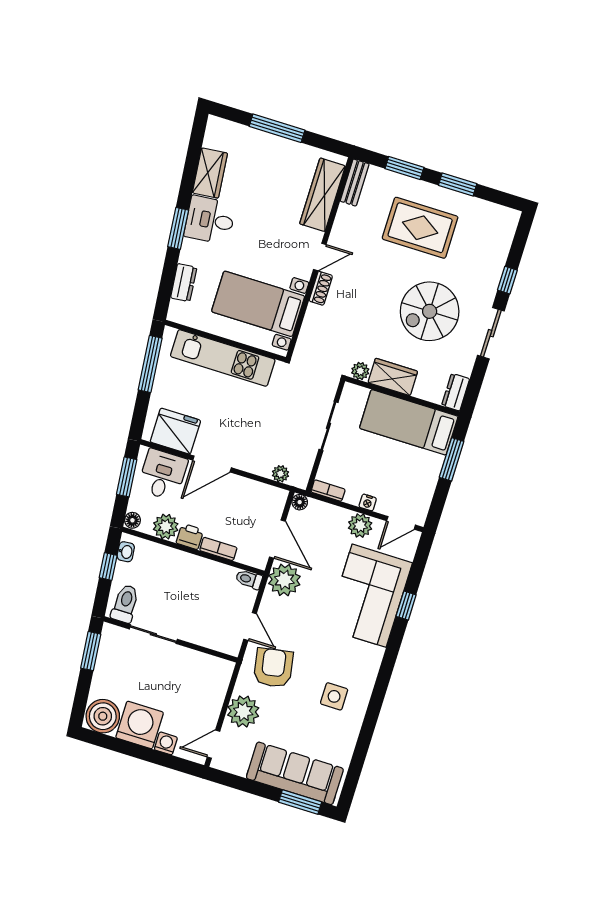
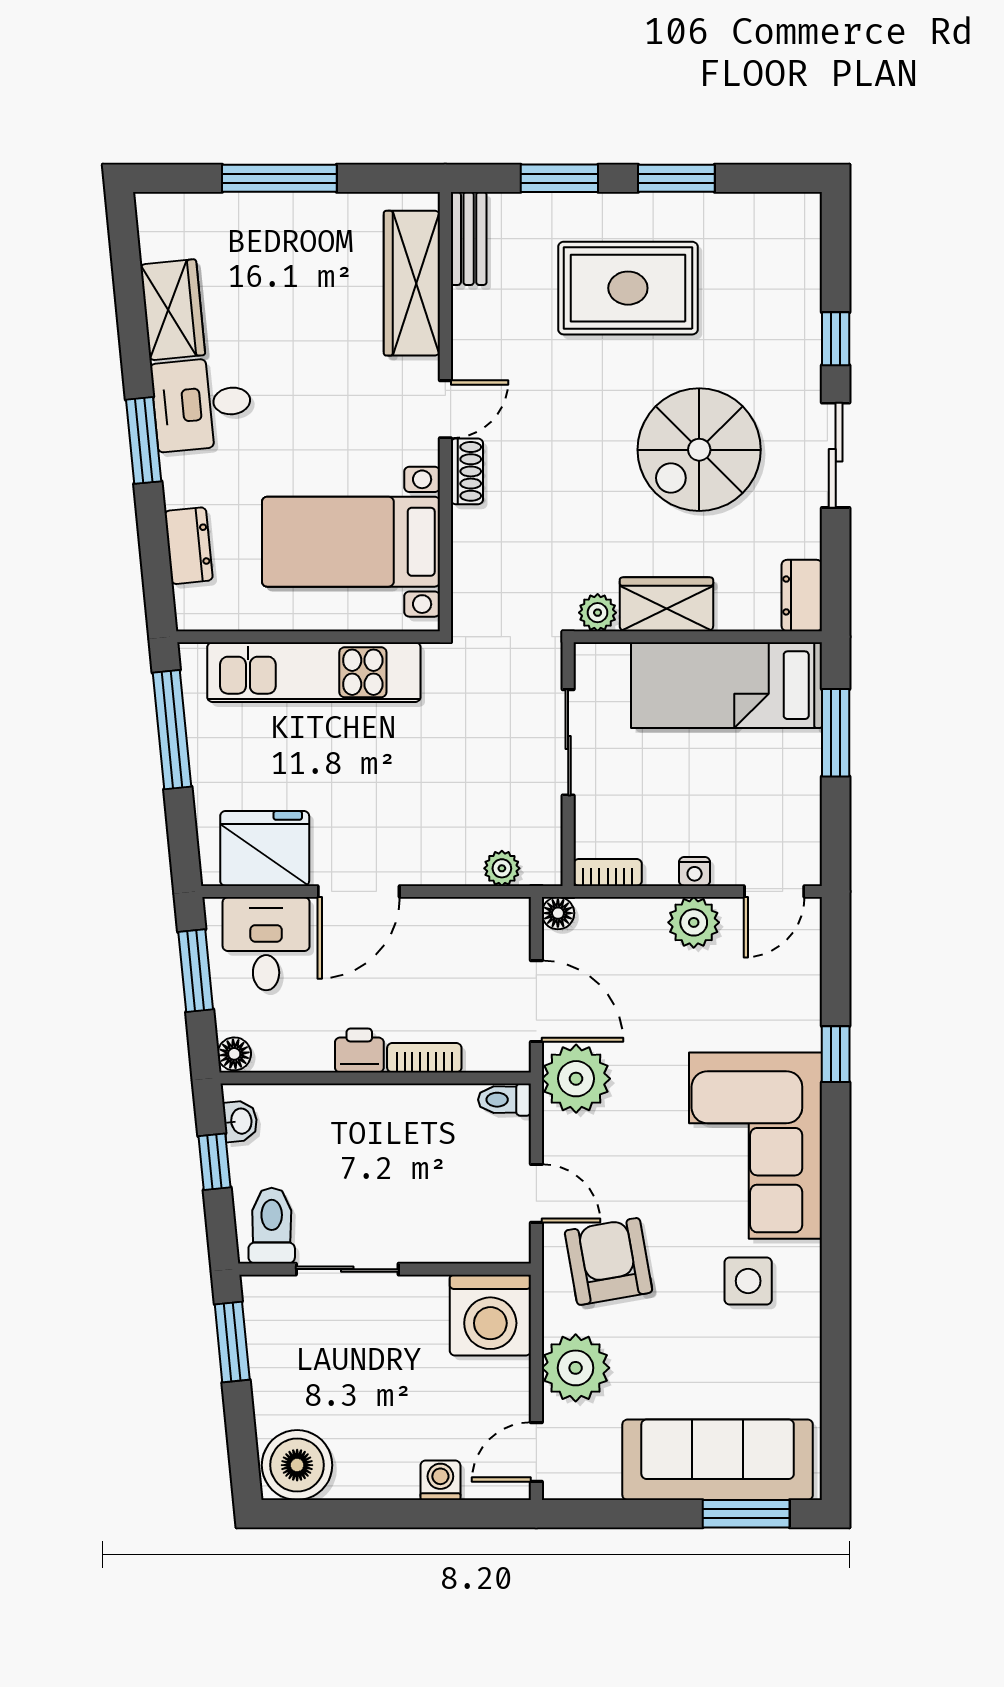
plant: (166, 527) -> (305, 1046), removed
corner sofa: (369, 596) -> (756, 1146), moved
washing machine: (140, 725) -> (490, 1315), moved, turned 180

